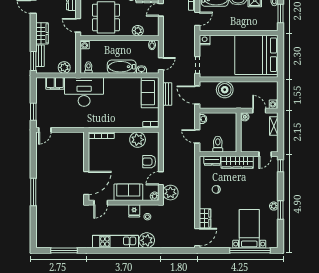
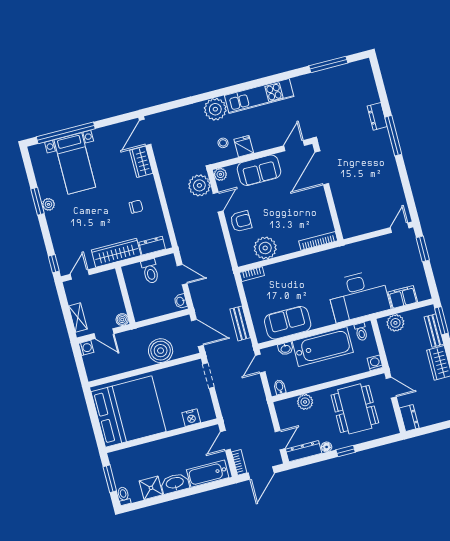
nightstand: (205, 40) -> (191, 418), moved
bathtub: (122, 67) -> (323, 347), width x1.36, depth x1.36
sofa: (150, 93) -> (288, 323), moved, turned -90
dresser: (41, 208) -> (377, 116), added

